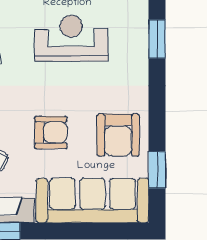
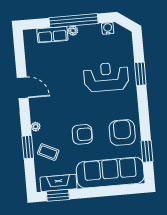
reception desk: (71, 38) -> (106, 77), moved
armchair: (118, 135) -> (122, 133), turned 180

